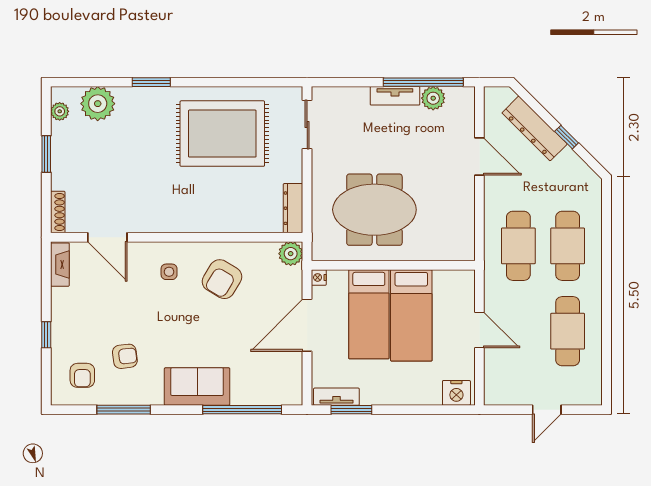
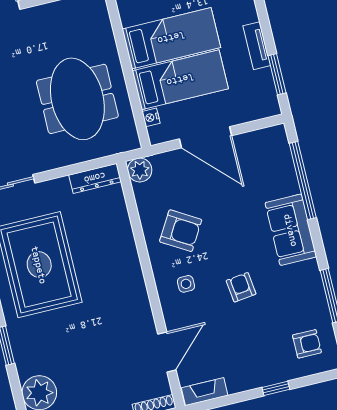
nightstand: (319, 277) -> (151, 117), moved, turned 90
armchair: (125, 356) -> (241, 287), moved
tv unit: (336, 397) -> (257, 46), moved

